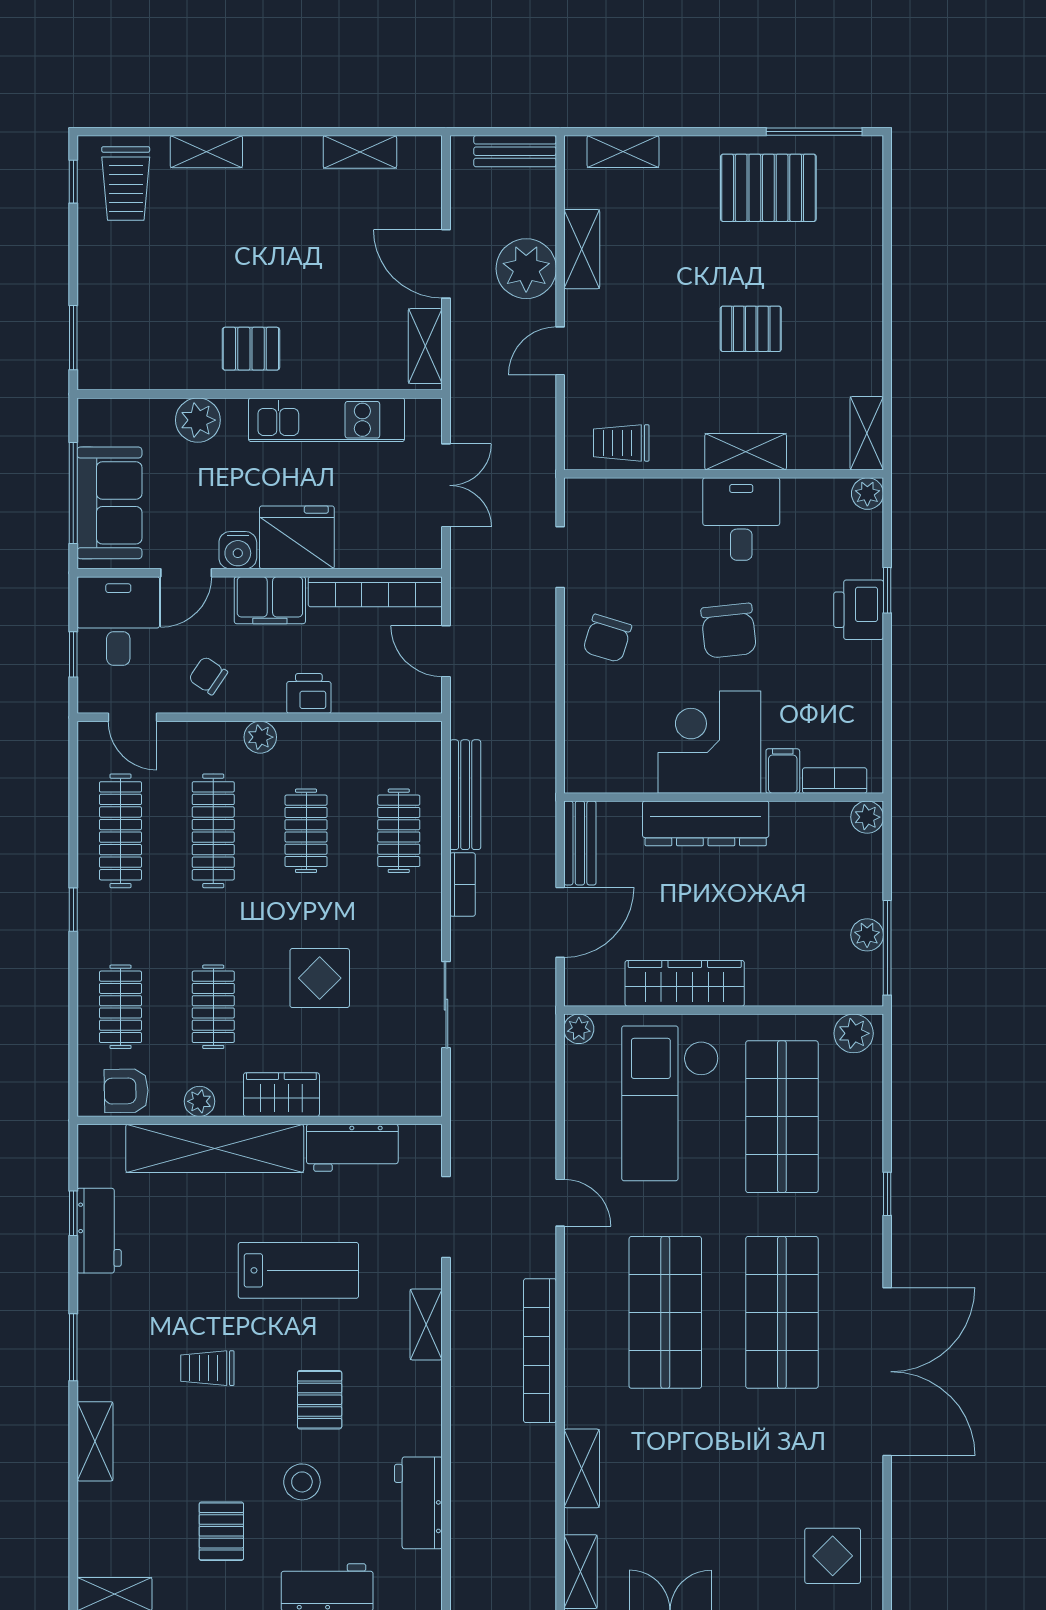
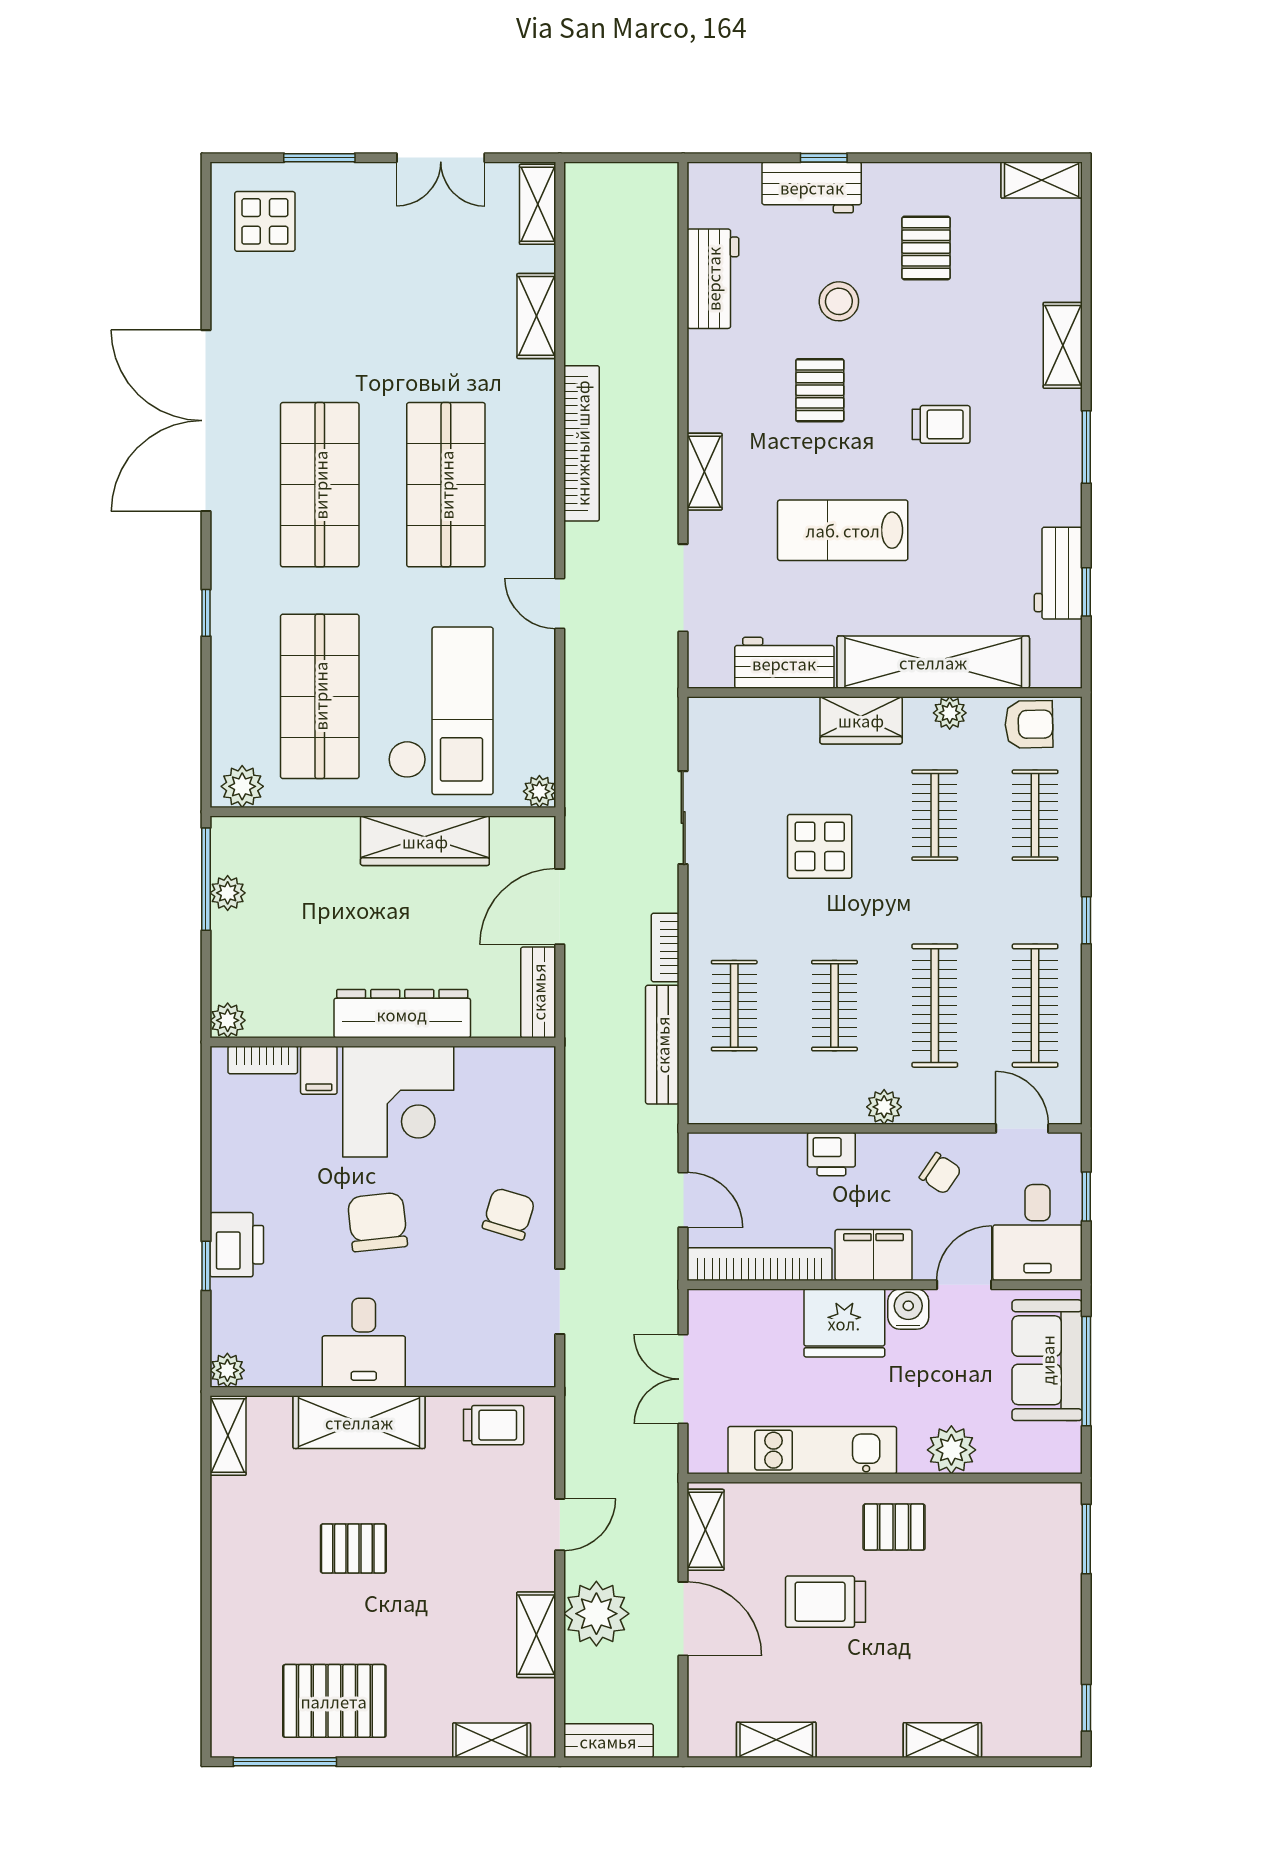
trolley: (126, 183) -> (826, 1602), moved, turned -90
shelving: (746, 452) -> (359, 1422), width x1.50, depth x1.33

